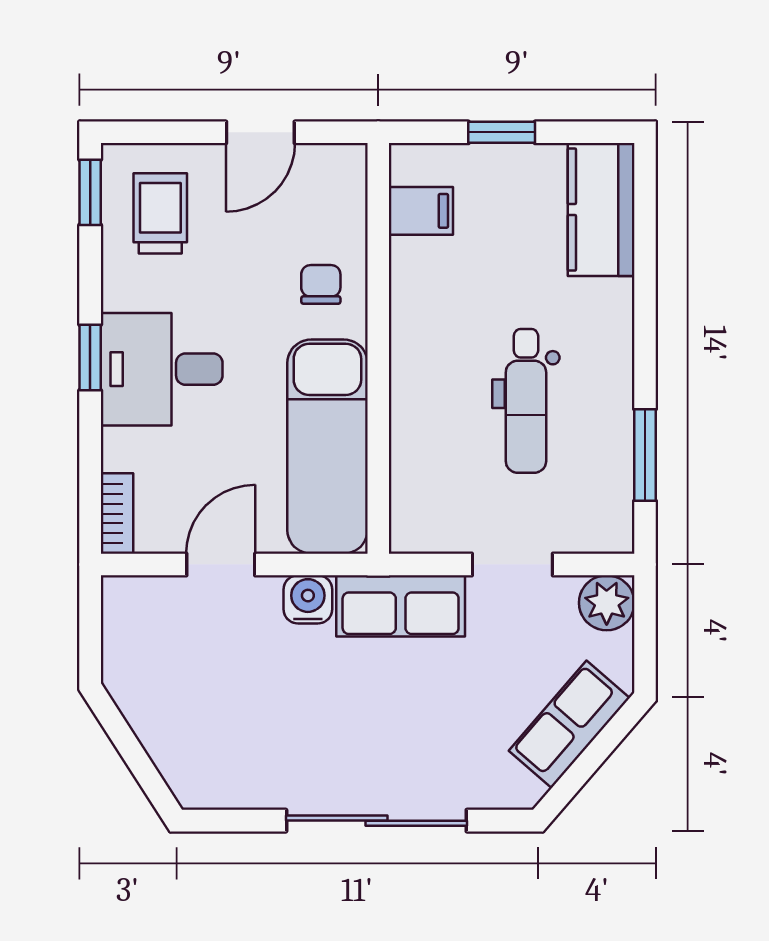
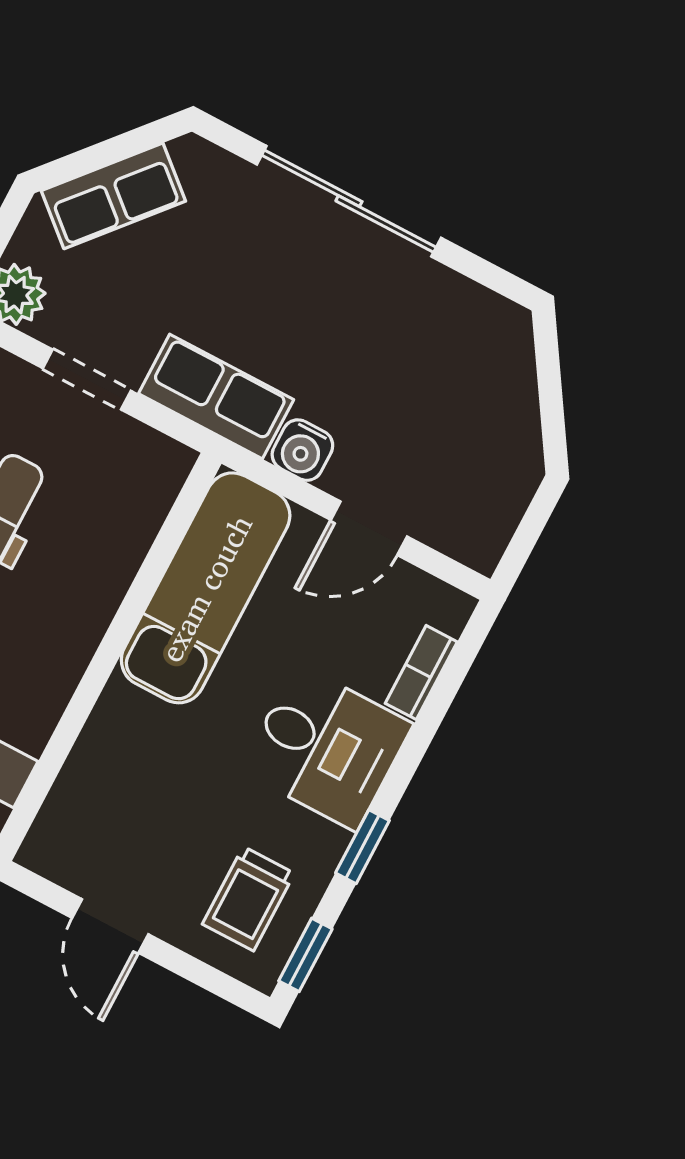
door: (260, 132) -> (110, 926), swing flipped
chair: (321, 284) -> (129, 748), removed
window: (90, 358) -> (362, 847), moved
bookcase: (117, 514) -> (421, 673), moved

